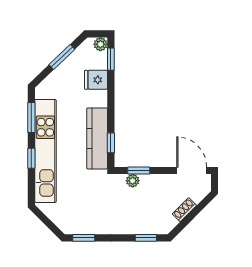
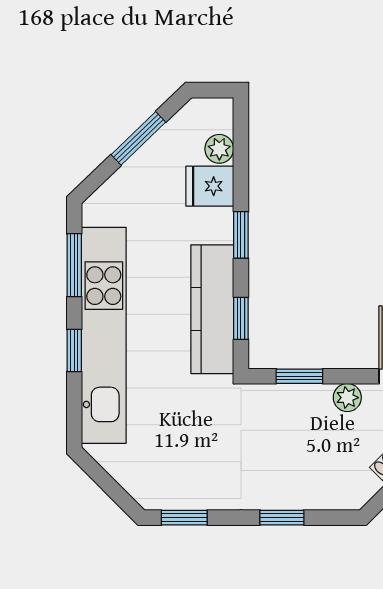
plant: (100, 44) -> (219, 149), moved
window: (111, 59) -> (241, 235), moved
plant: (133, 181) -> (347, 398), moved
window: (146, 238) -> (282, 518), moved

